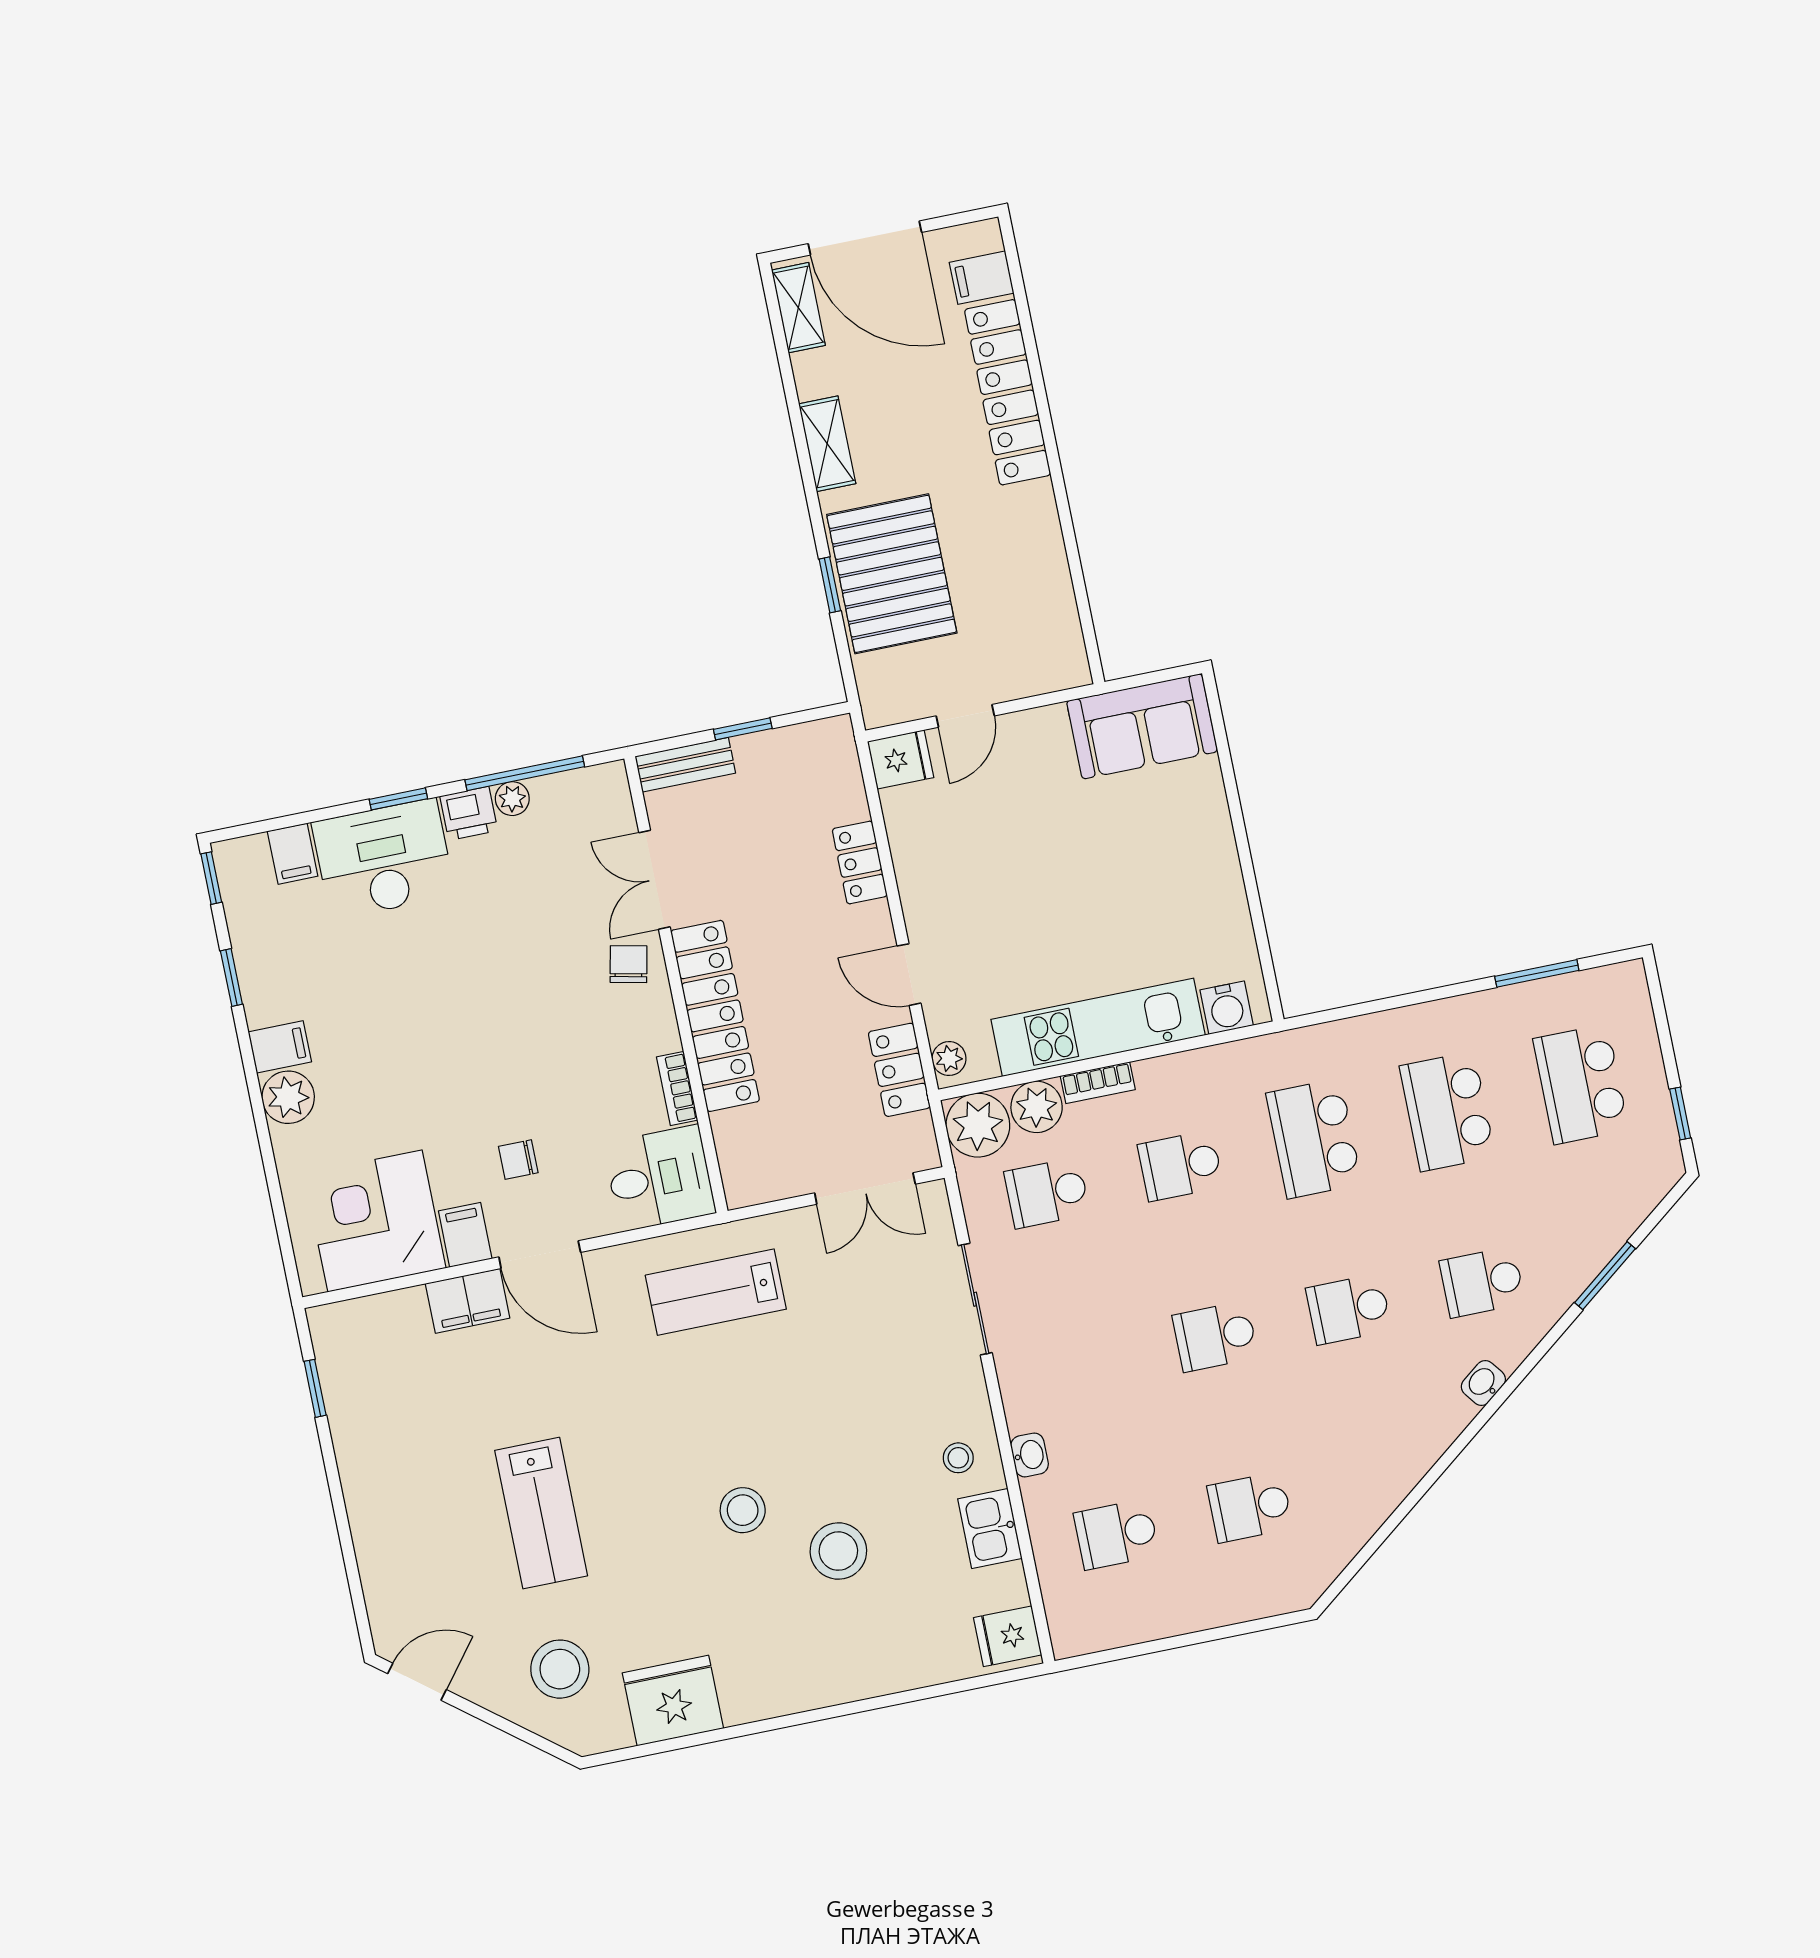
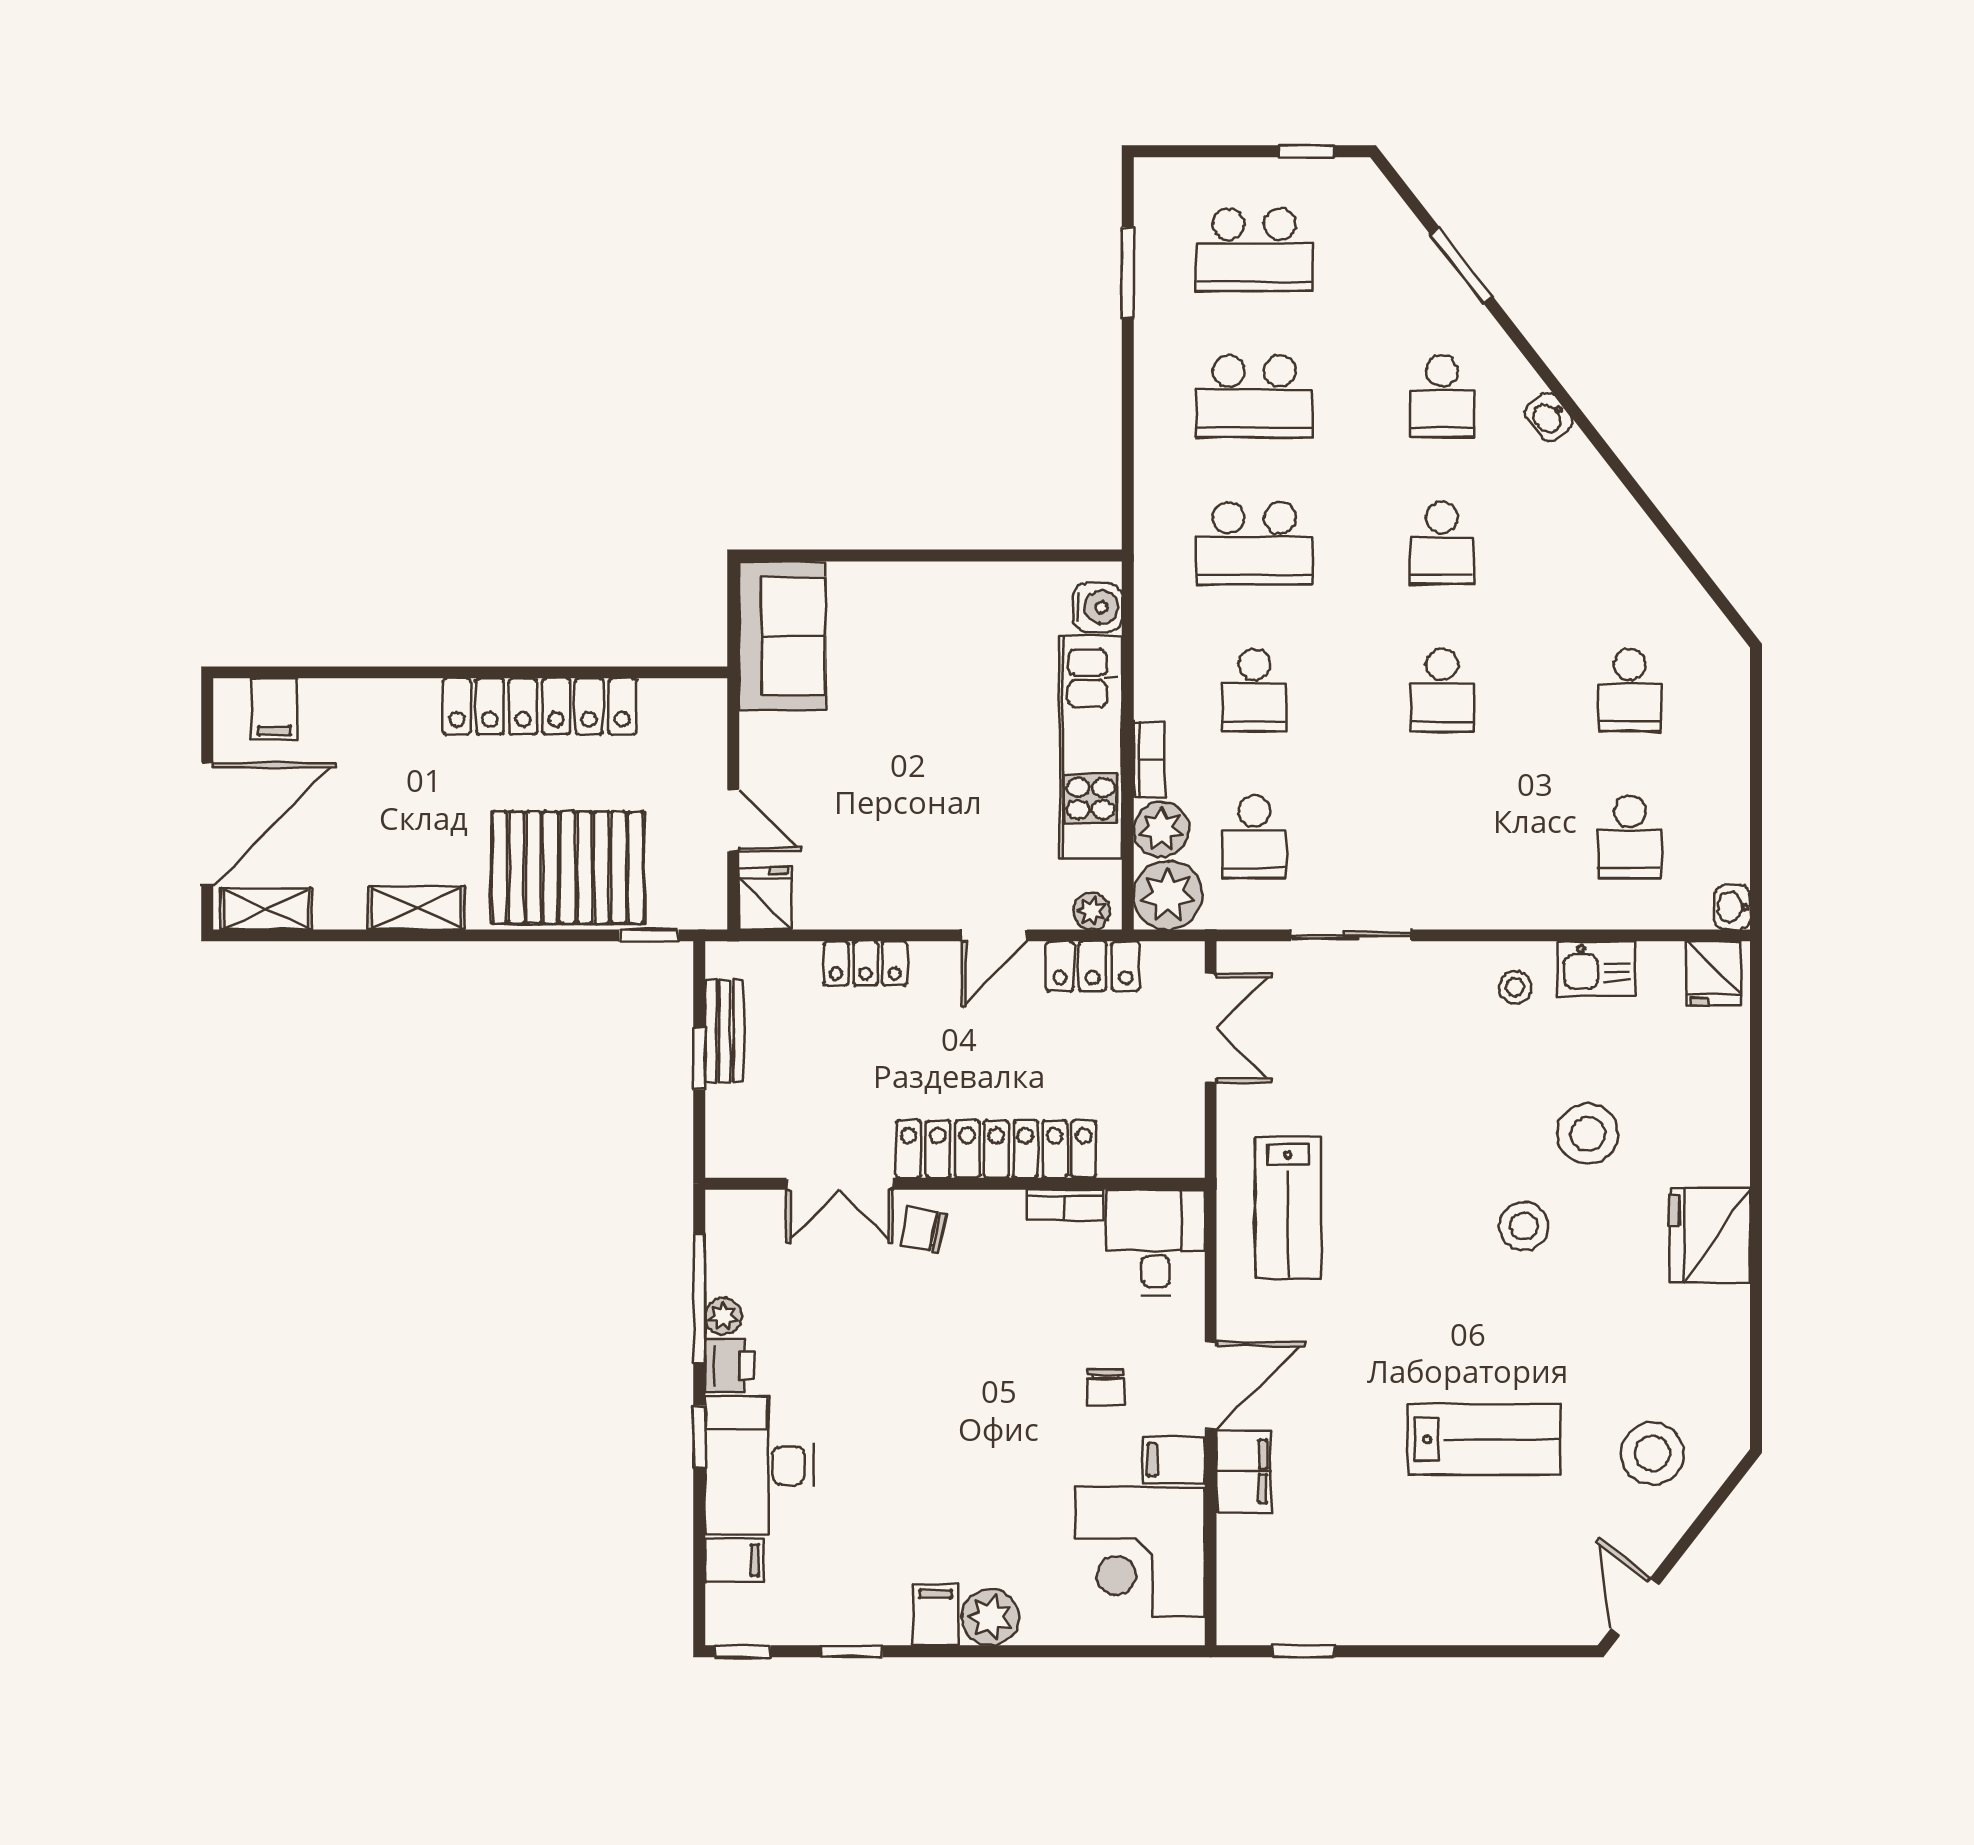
locker: (1008, 392) -> (540, 706), moved
window: (830, 585) -> (649, 935), moved
bench: (685, 765) -> (725, 1031), moved
washbasin: (1030, 1455) -> (1732, 907), moved, turned -90
fridge: (673, 1701) -> (1710, 1235), moved

